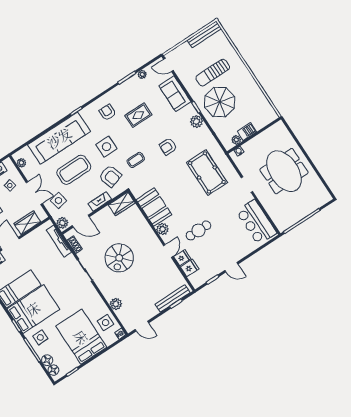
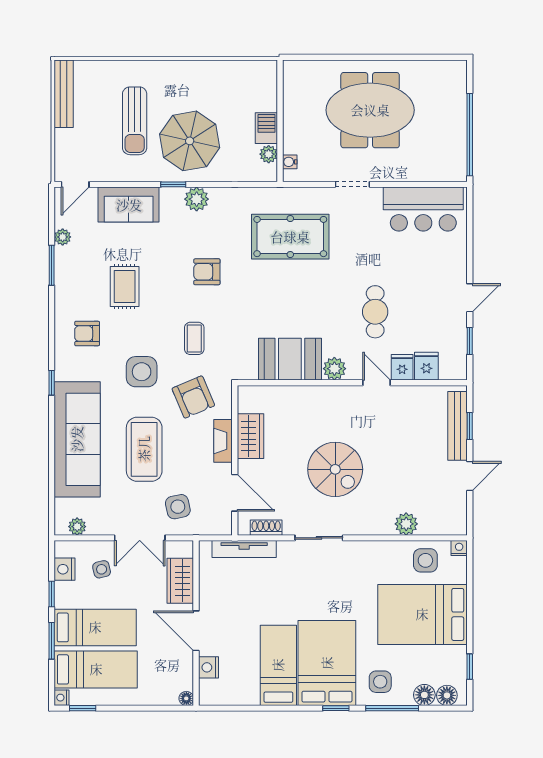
armchair: (168, 147) -> (207, 272), turned 90
armchair: (110, 176) -> (193, 397), turned 84
double door: (34, 193) -> (140, 538), swing flipped
wardrobe: (122, 204) -> (250, 436), moved
door: (81, 221) -> (235, 493), hinge flipped
plant: (62, 223) -> (218, 524), removed
door: (142, 326) -> (470, 476), moved

